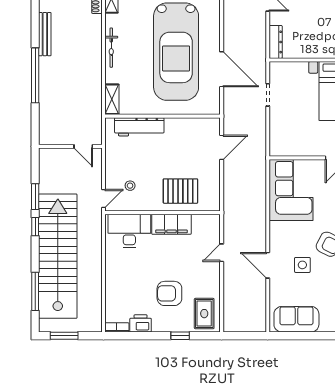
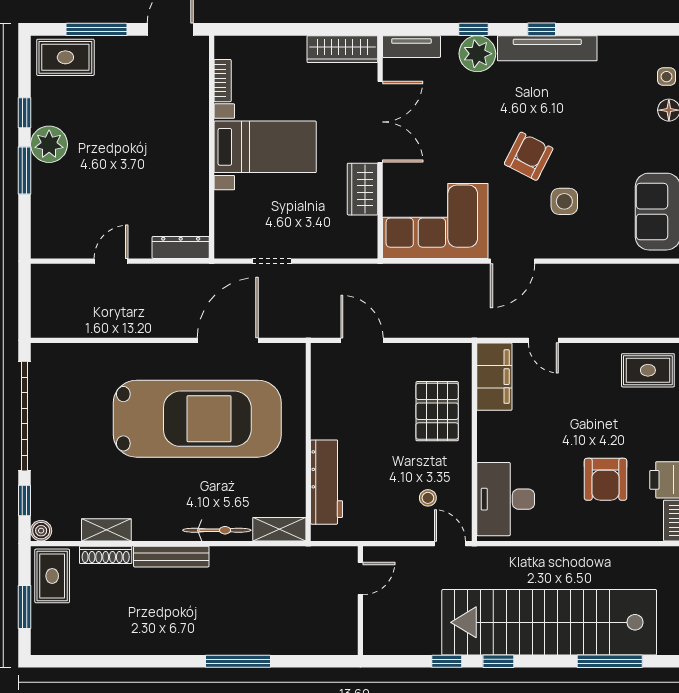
bench: (45, 34) -> (171, 557), moved
bicycle: (111, 48) -> (217, 530), moved
window: (35, 75) -> (238, 661), width x0.68
wardrobe: (310, 148) -> (363, 189), added
window: (35, 197) -> (447, 661), width x0.67
filing cabinet: (171, 224) -> (494, 377), moved
door: (268, 265) -> (513, 261), moved
armchair: (169, 293) -> (606, 479), moved

